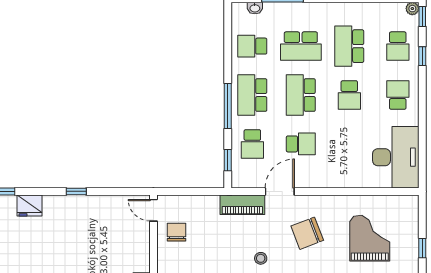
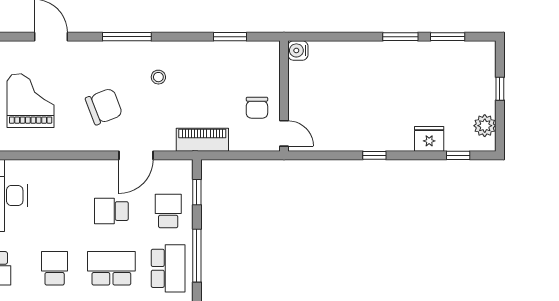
school desk: (301, 95) -> (111, 268), turned -90
piano: (242, 205) -> (202, 140), moved
grand piano: (370, 238) -> (31, 101), turned 180

